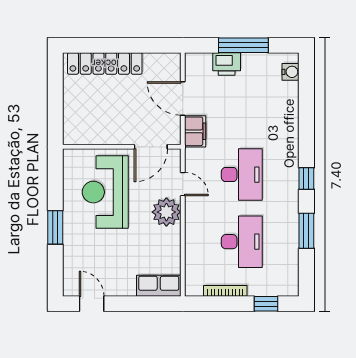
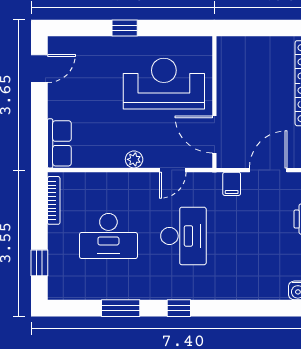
filing cabinet: (195, 131) -> (232, 184), width x0.50
desk: (242, 175) -> (183, 236), turned -90
plant: (166, 212) -> (134, 159), width x0.53, depth x0.53
window: (55, 227) -> (125, 28), width x0.67
bookcase: (225, 291) -> (54, 200), moved

